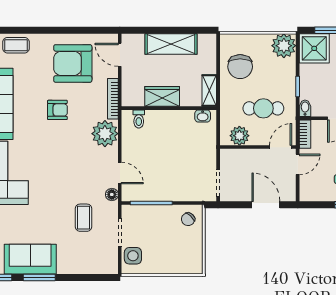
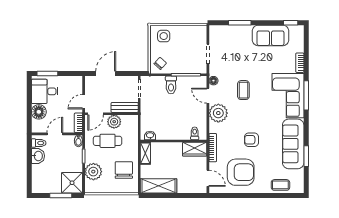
shelving: (171, 44) -> (159, 186), moved
plant: (284, 46) -> (93, 172), moved
wardrobe: (162, 96) -> (195, 149), moved
plant: (105, 134) -> (218, 113), moved
plant: (239, 136) -> (114, 122), moved
bench: (239, 156) -> (125, 107), added
toilet: (173, 188) -> (171, 85), added
door: (266, 205) -> (106, 74), swing flipped
coffee table: (84, 218) -> (243, 90), moved
side table: (133, 256) -> (164, 36), moved
window: (39, 277) -> (240, 23), moved

